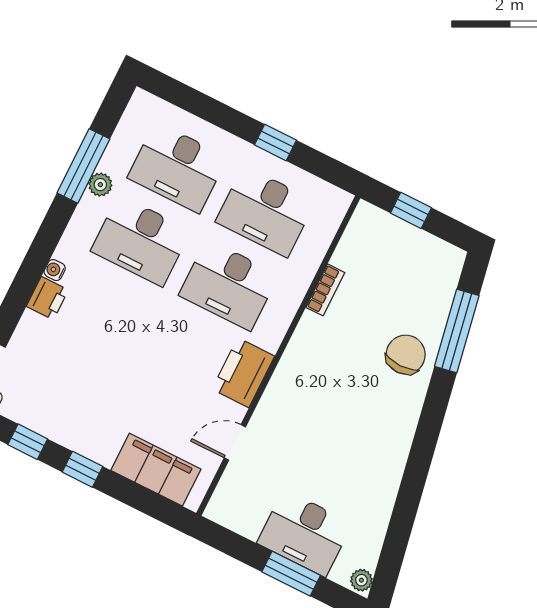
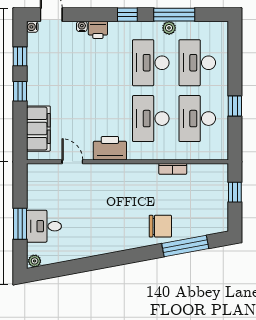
window: (46, 240) -> (127, 15), added
water cooler: (55, 270) -> (82, 26), moved
desk: (305, 533) -> (44, 226), width x0.73

